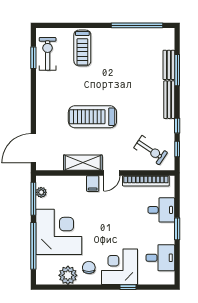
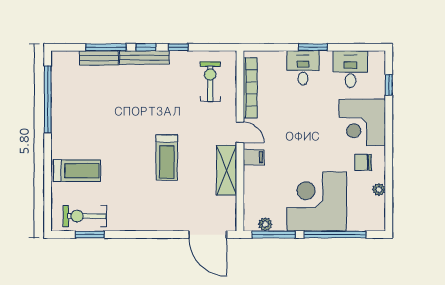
treadmill: (92, 117) -> (167, 157), width x0.73, depth x0.73
window: (177, 149) -> (146, 47), moved
exercise bike: (151, 150) -> (210, 82), turned -34
desk: (161, 210) -> (303, 68), moved
plant: (68, 275) -> (379, 190), width x0.53, depth x0.53
window: (128, 287) -> (389, 85), moved

